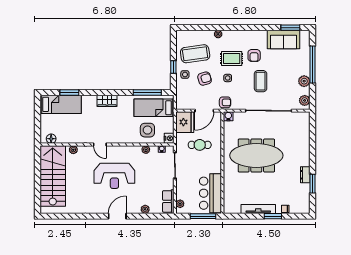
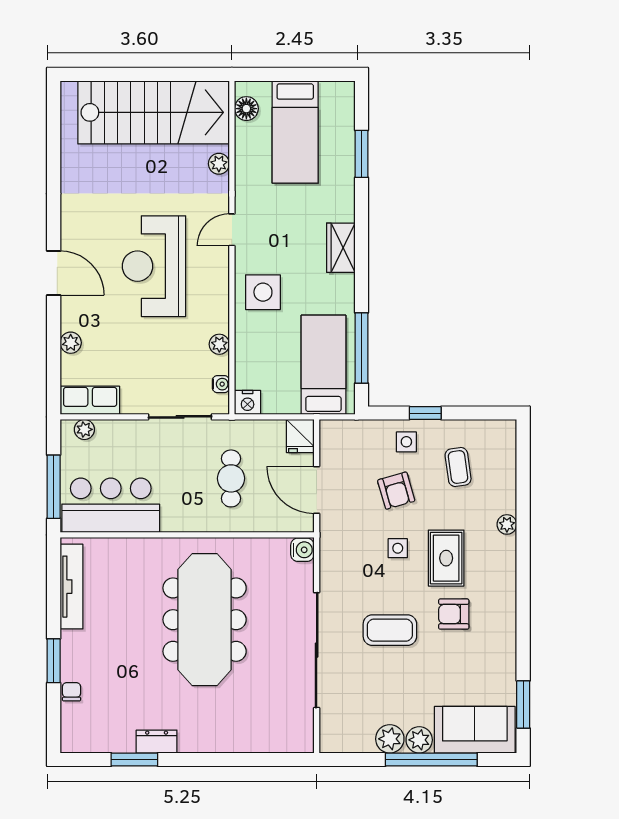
sofa: (284, 40) -> (475, 730), moved, turned 90
coffee table: (195, 54) -> (458, 467), width x0.54, depth x0.58
plant: (305, 100) -> (419, 740), moved
armchair: (225, 102) -> (337, 542), removed
bed: (61, 104) -> (295, 132), moved
fridge: (185, 122) -> (300, 436), width x0.53, depth x0.75
side table: (147, 130) -> (263, 292), moved
tv unit: (258, 209) -> (72, 587), moved

